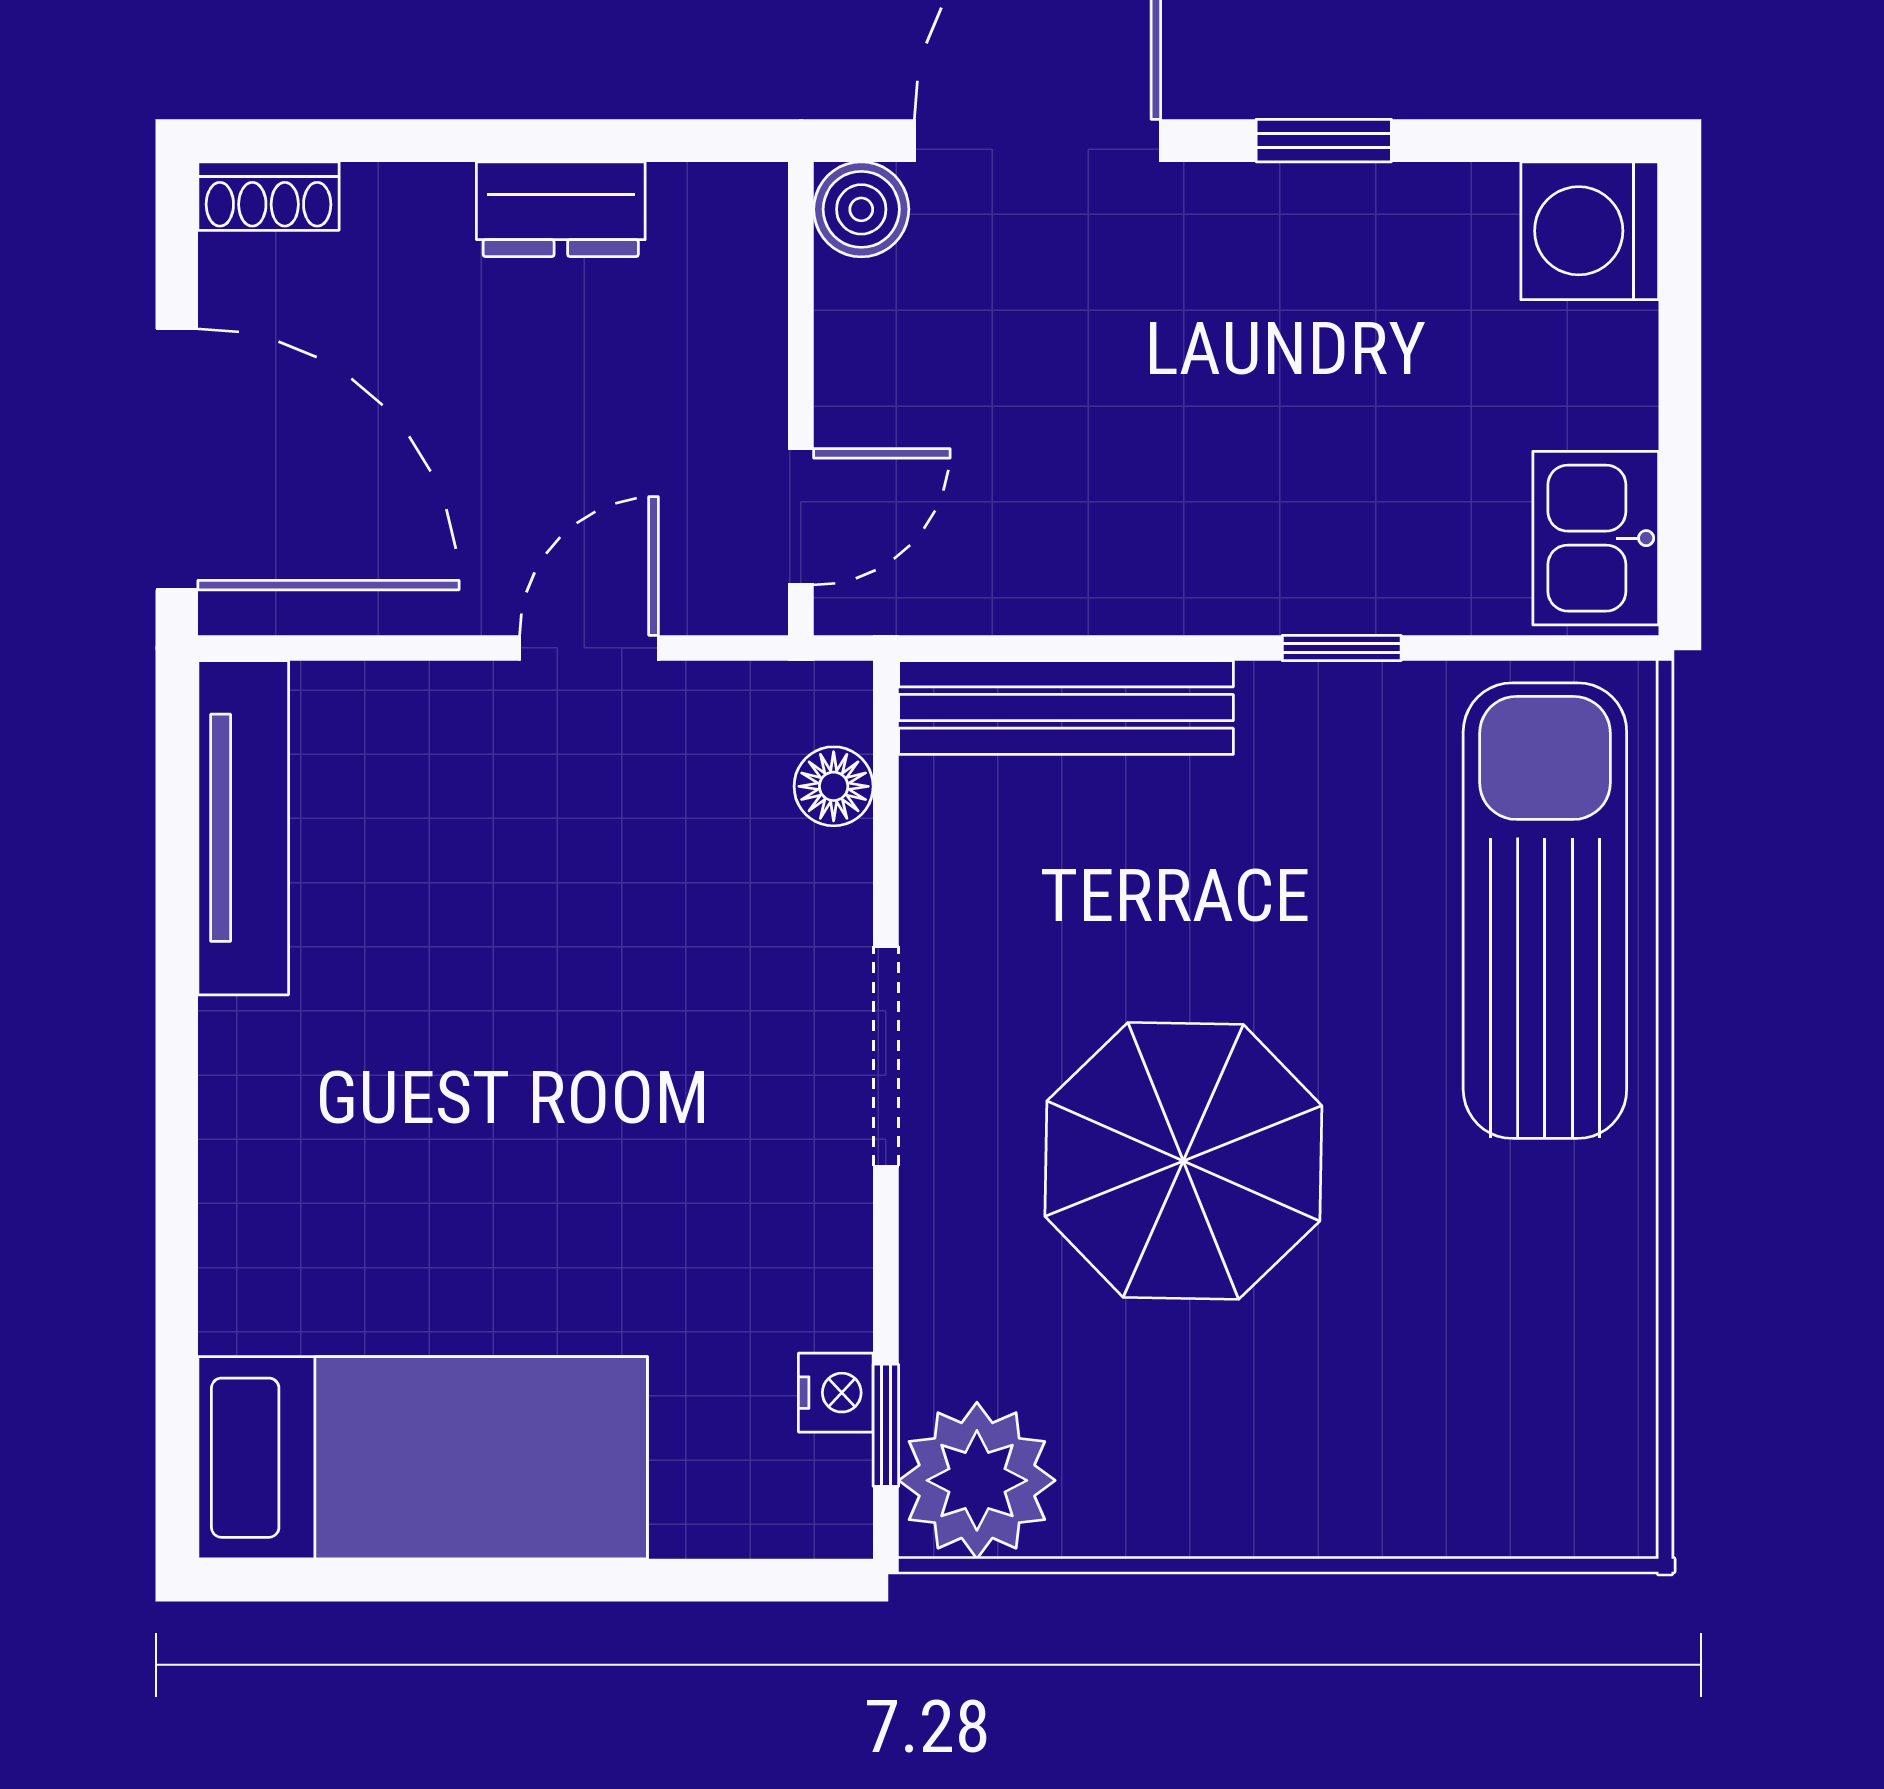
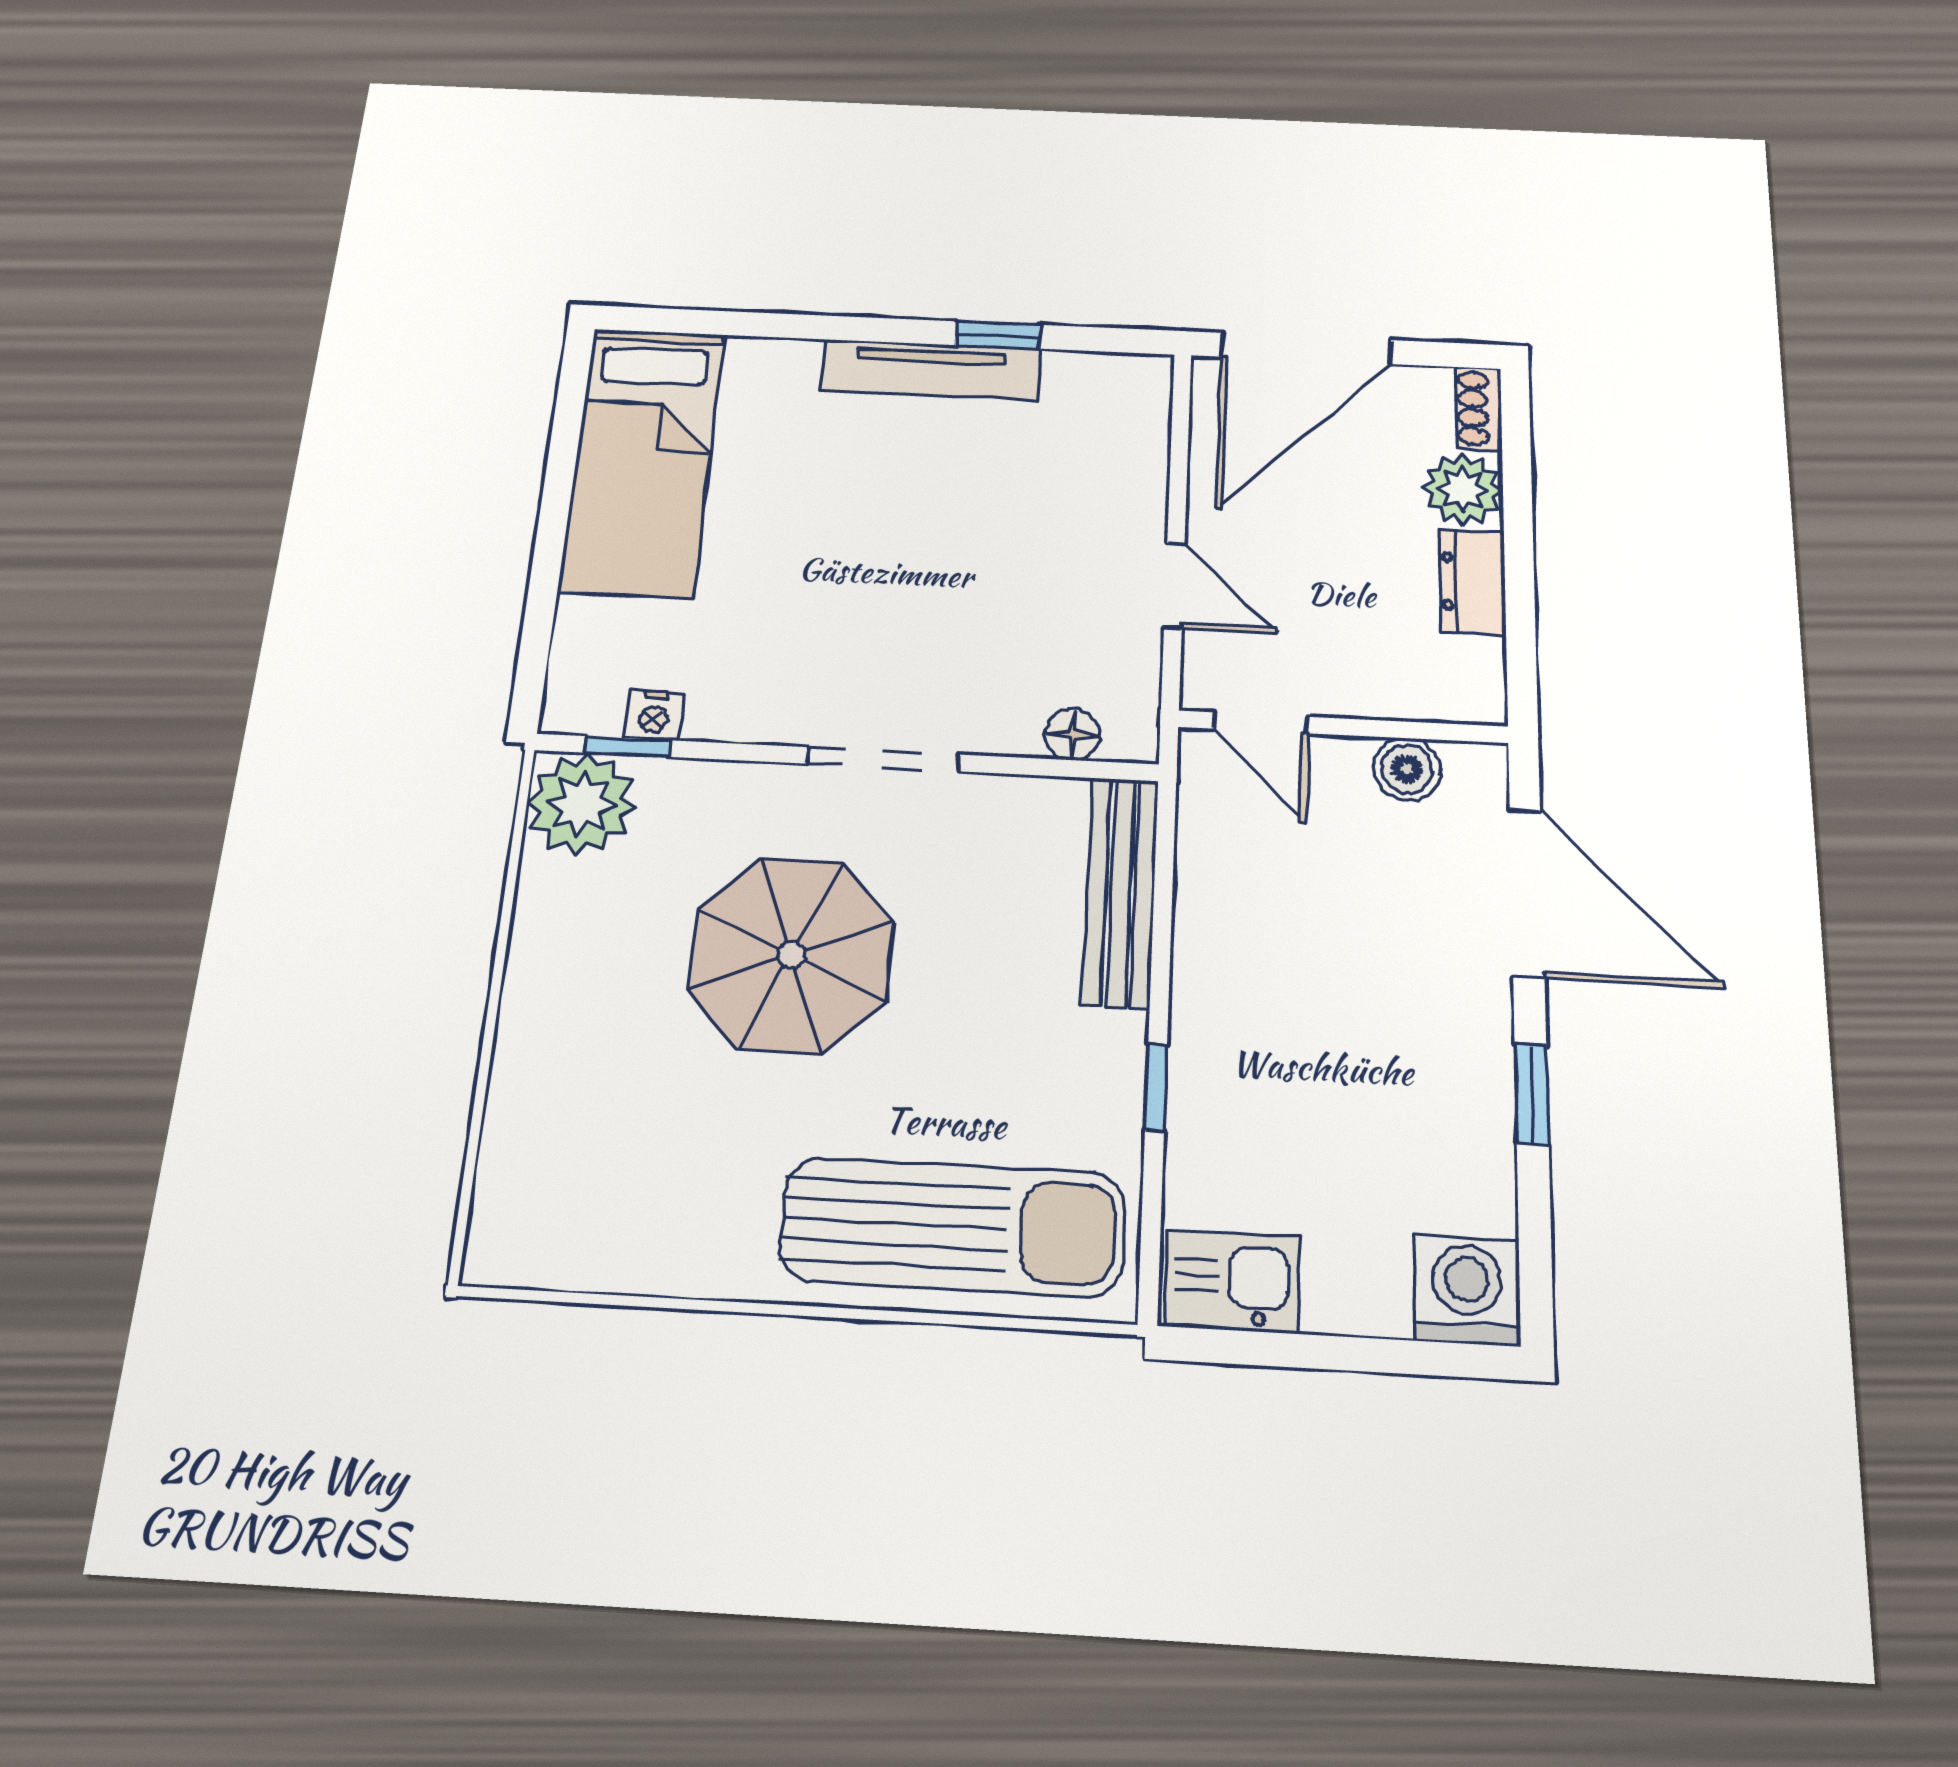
boiler: (861, 209) -> (1407, 769), moved
plant: (408, 222) -> (1463, 489), added
tv unit: (243, 828) -> (931, 370), moved
window: (177, 934) -> (998, 335), added

